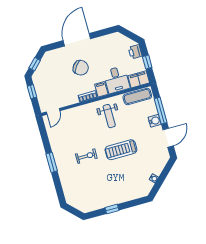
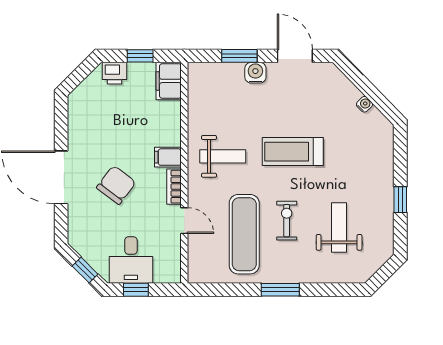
desk: (117, 80) -> (131, 260), moved, turned 90
exercise mat: (137, 96) -> (244, 234), moved, width x1.36, depth x1.45
door: (53, 111) -> (184, 221), moved
window: (161, 111) -> (239, 56), width x0.69
treadmill: (121, 150) -> (293, 152), turned 90
weight bench: (90, 183) -> (339, 227), added

